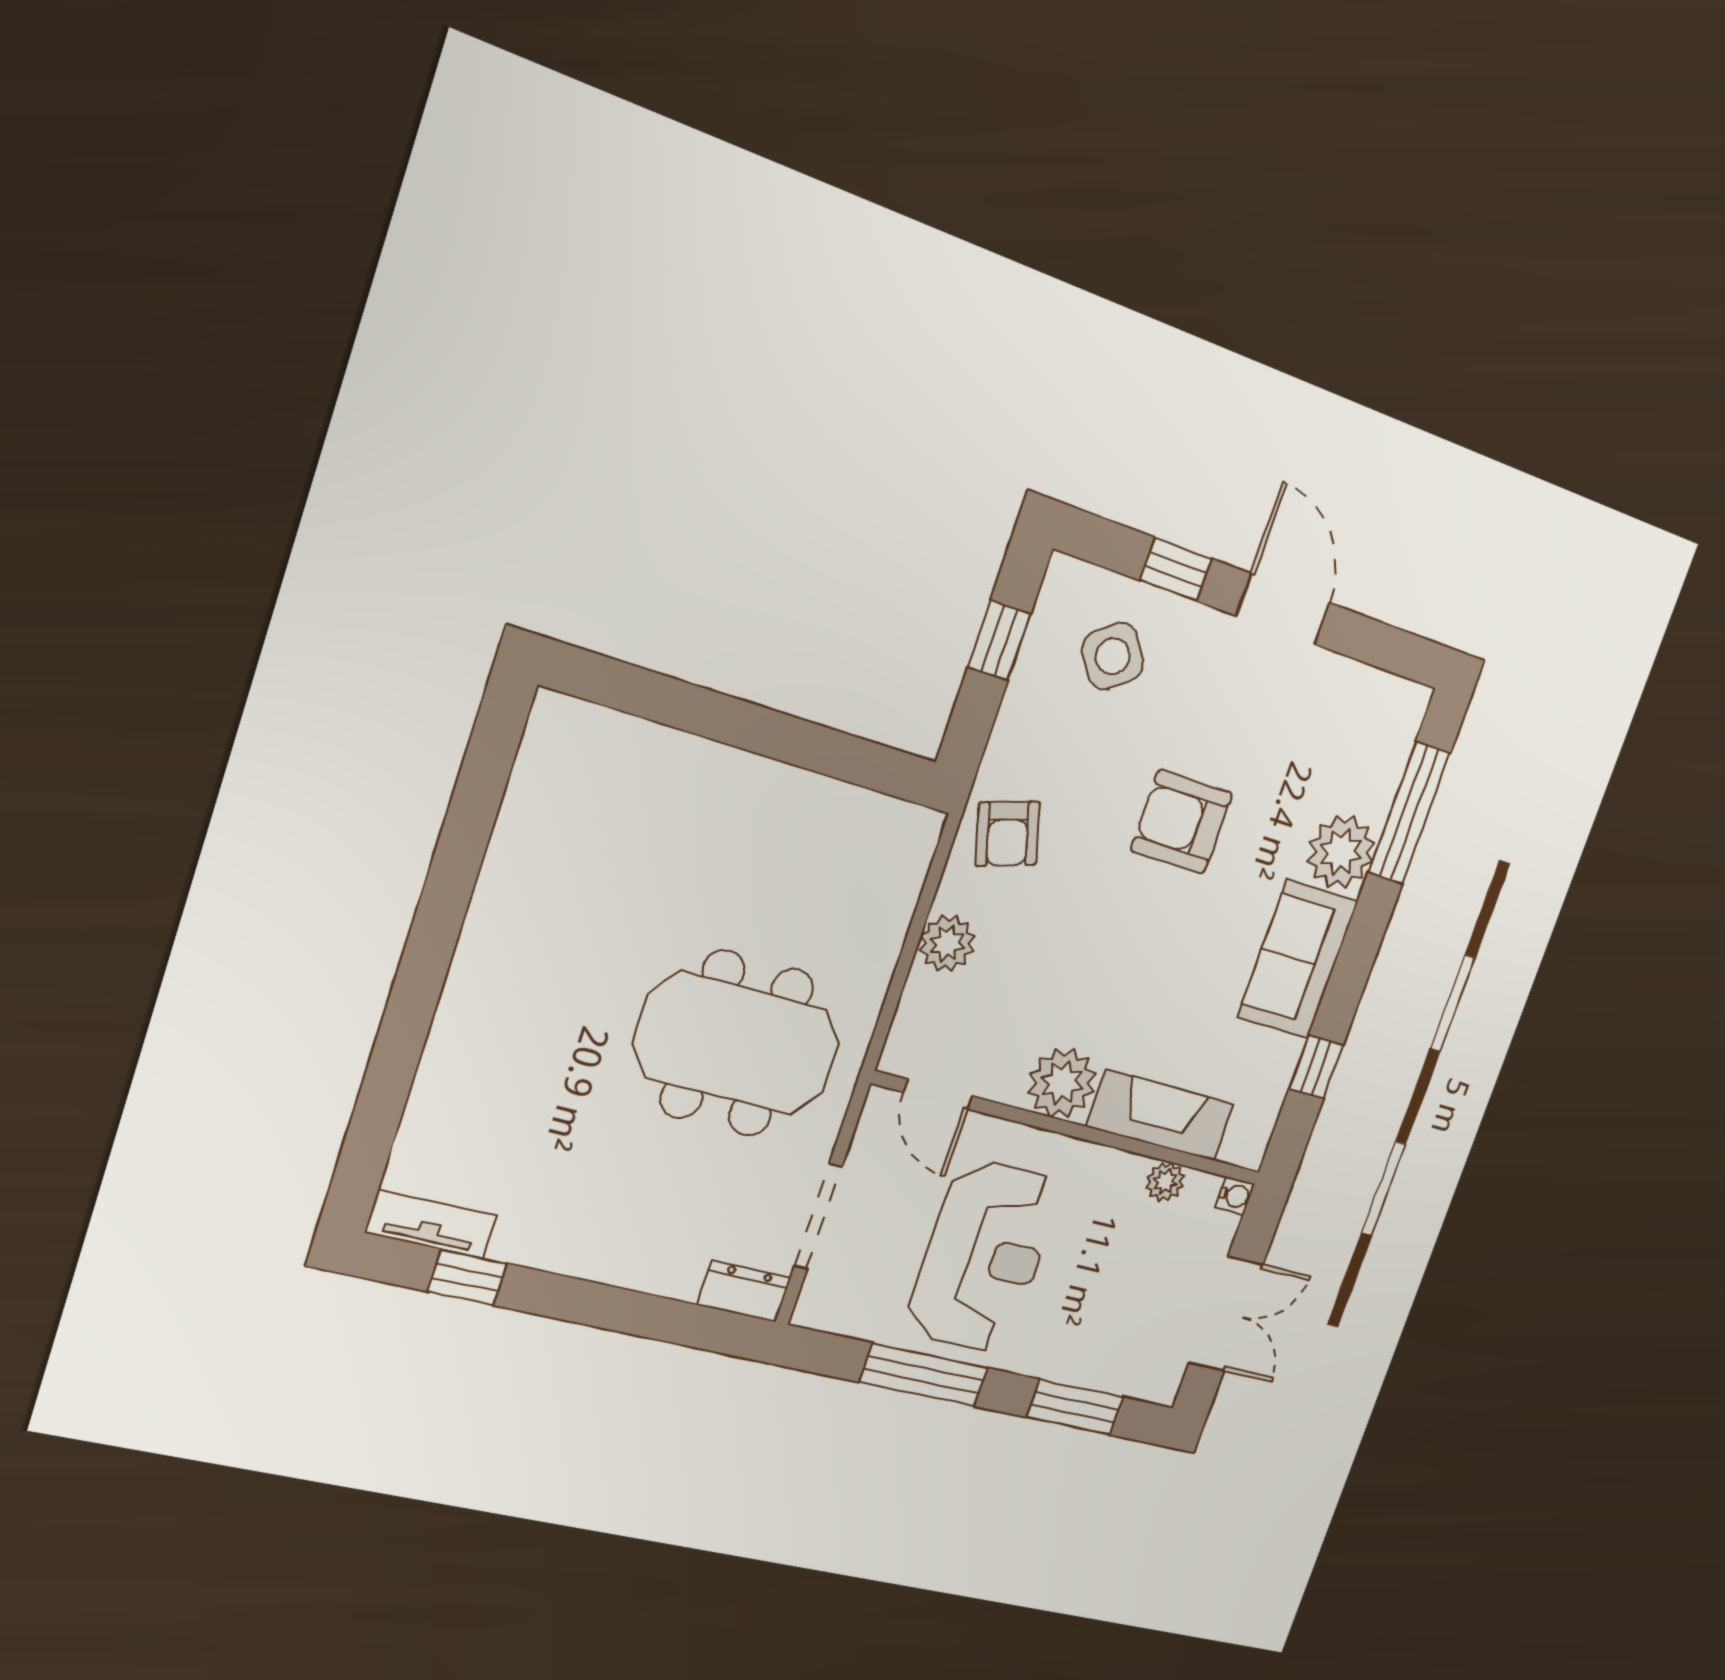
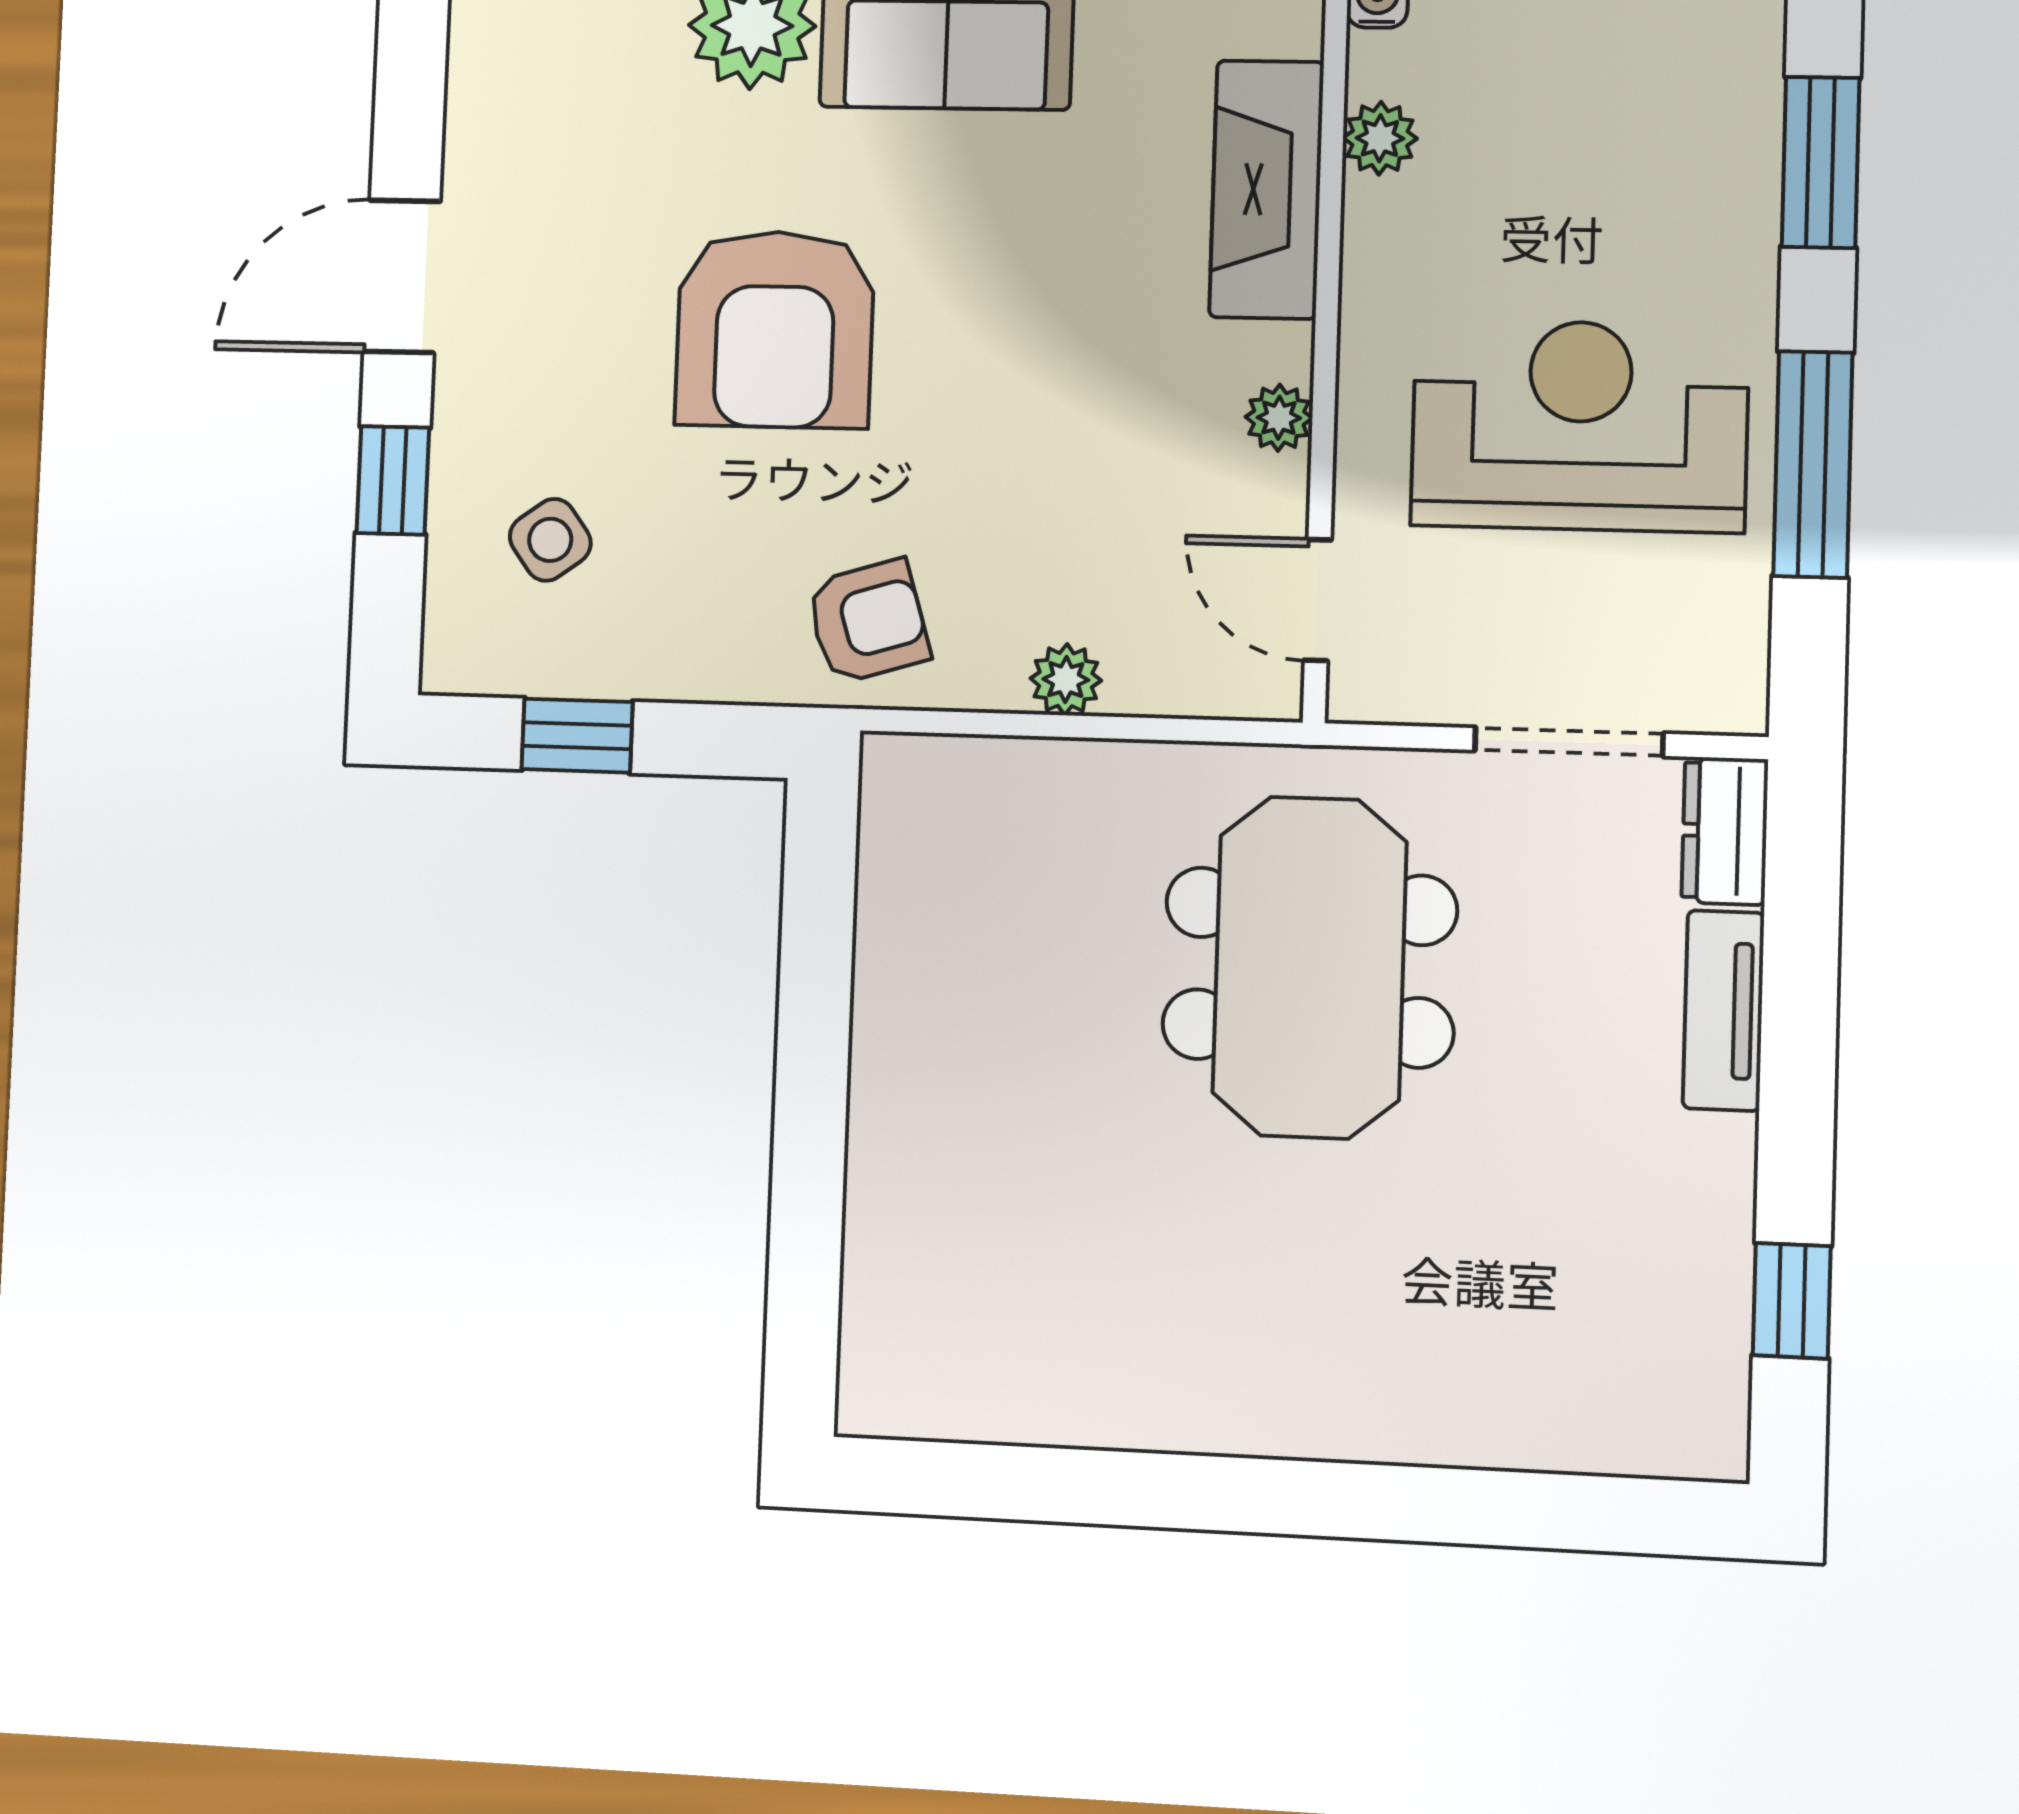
side table: (1113, 656) -> (550, 540), width x0.73, depth x0.73
armchair: (1181, 822) -> (775, 329), width x1.36, depth x1.36
plant: (947, 943) -> (1066, 680), width x0.73, depth x0.73
plant: (1062, 1083) -> (1279, 418), width x0.53, depth x0.53
door: (938, 1094) -> (1318, 600), swing flipped
tv unit: (431, 1224) -> (1724, 1011), moved

